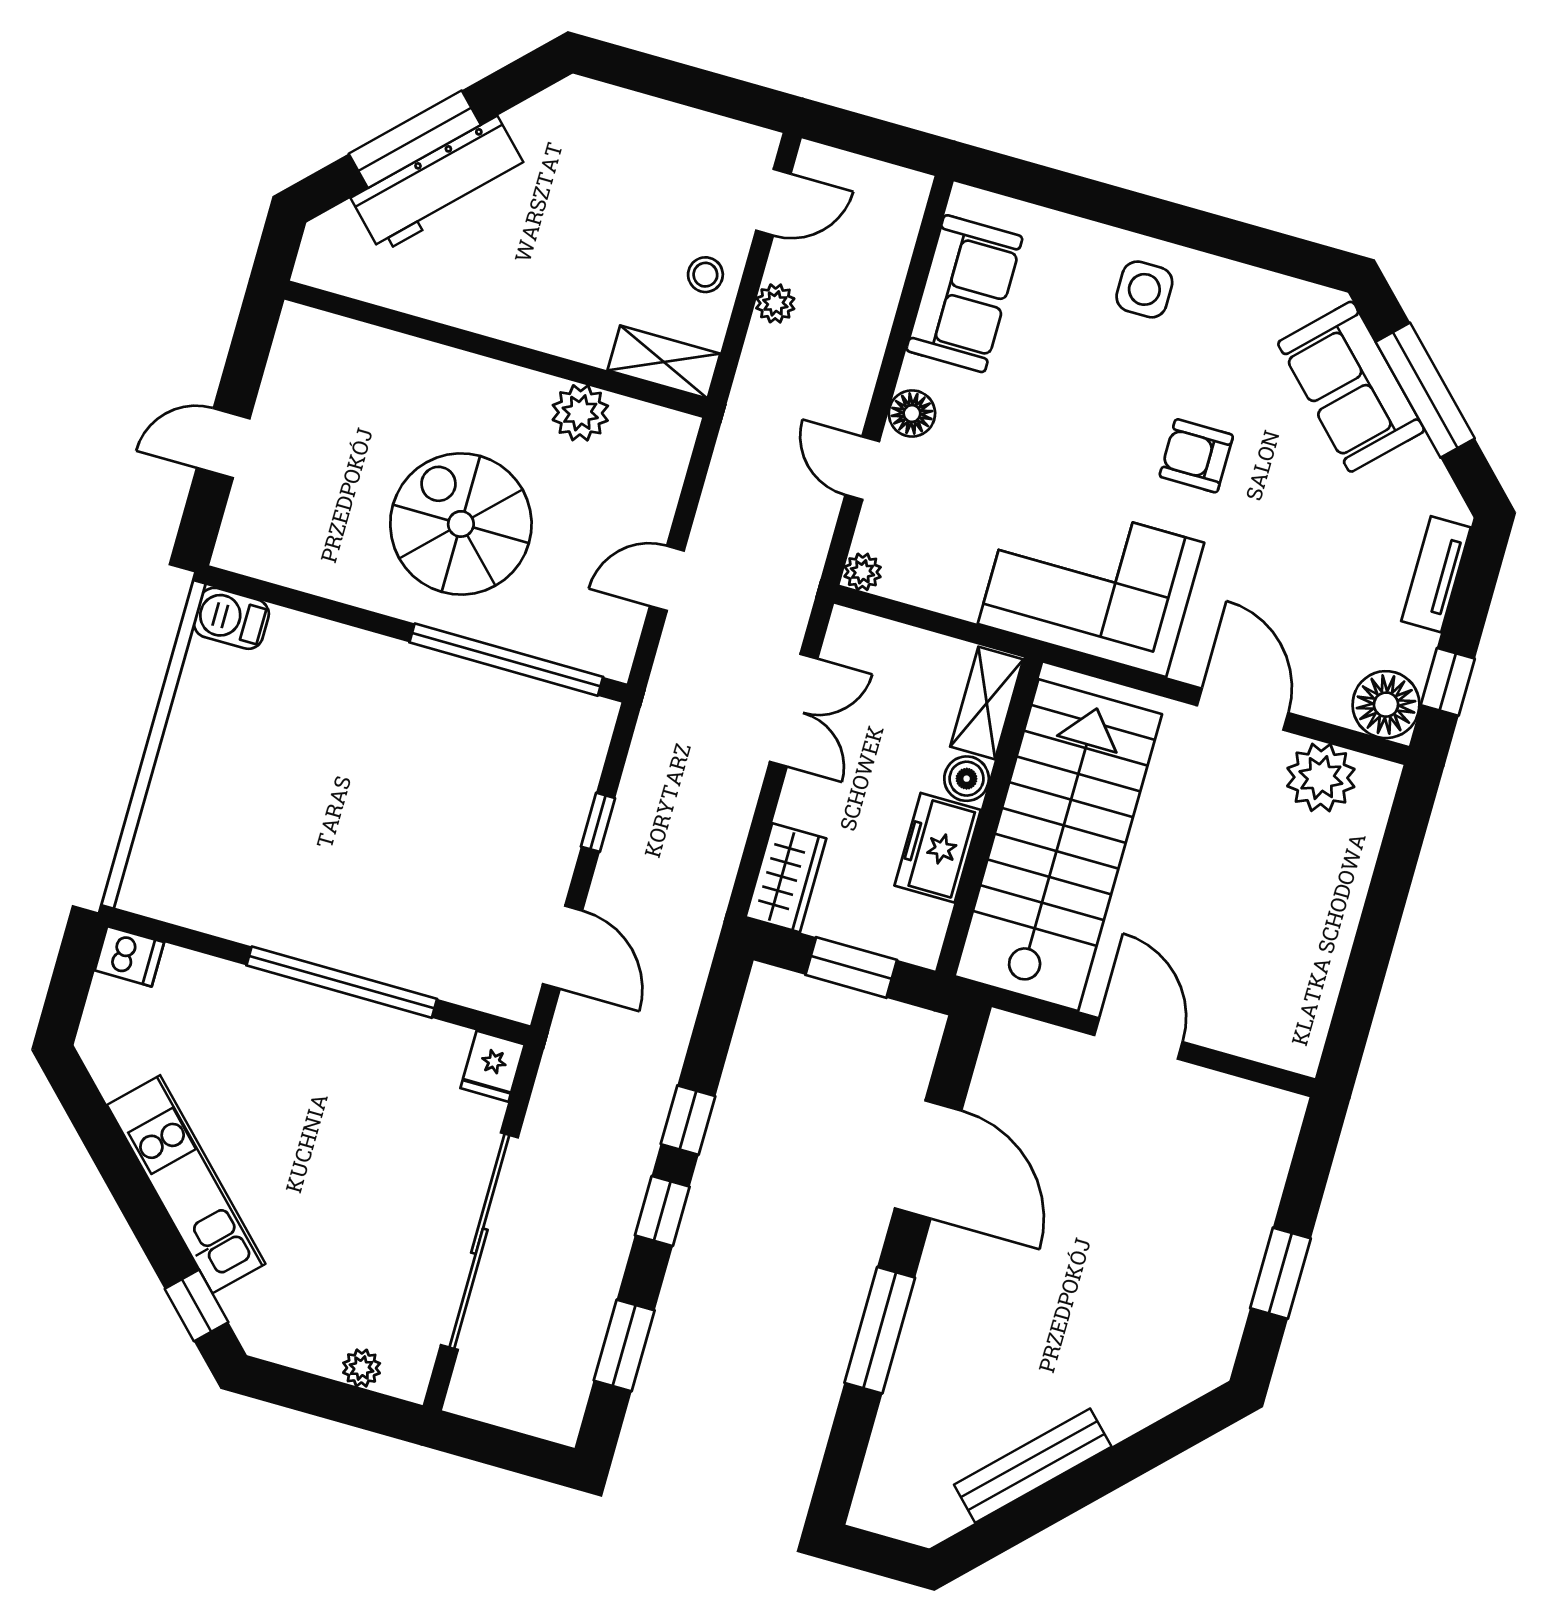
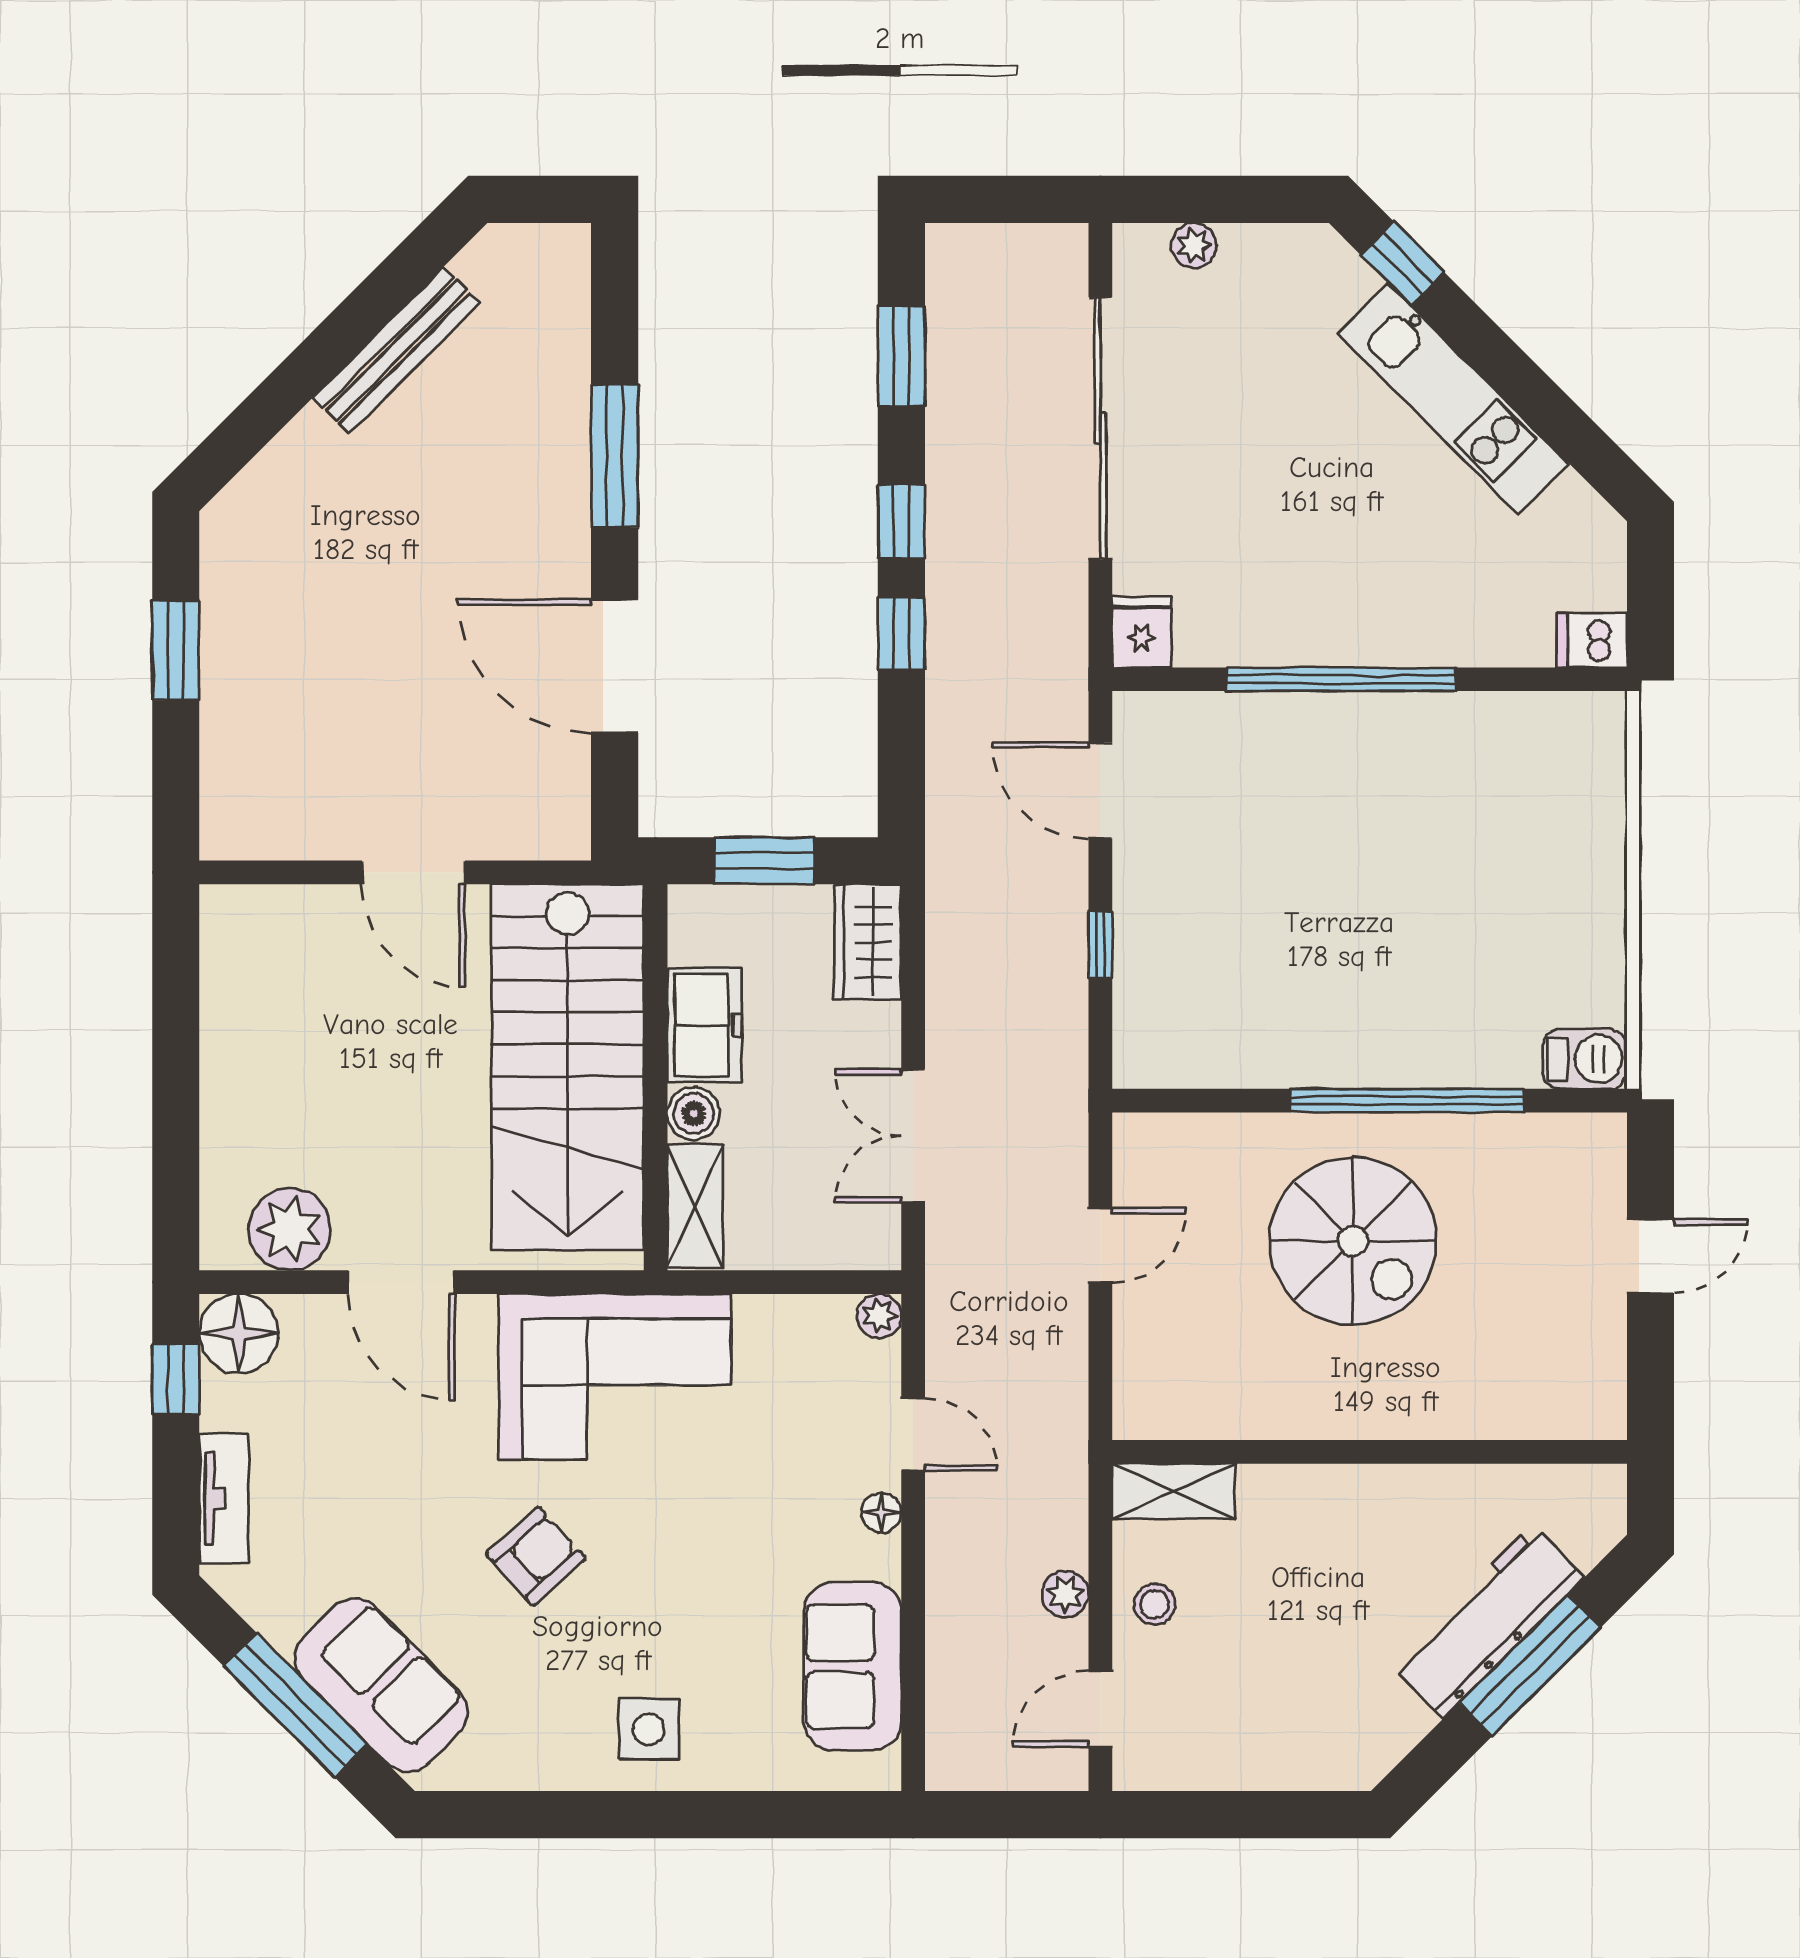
plant: (580, 413) -> (1253, 1406), removed
floor lamp: (912, 413) -> (881, 1513), width x0.73, depth x0.73
armchair: (1196, 456) -> (536, 1556), turned -42
window: (506, 660) -> (1407, 1101), moved

